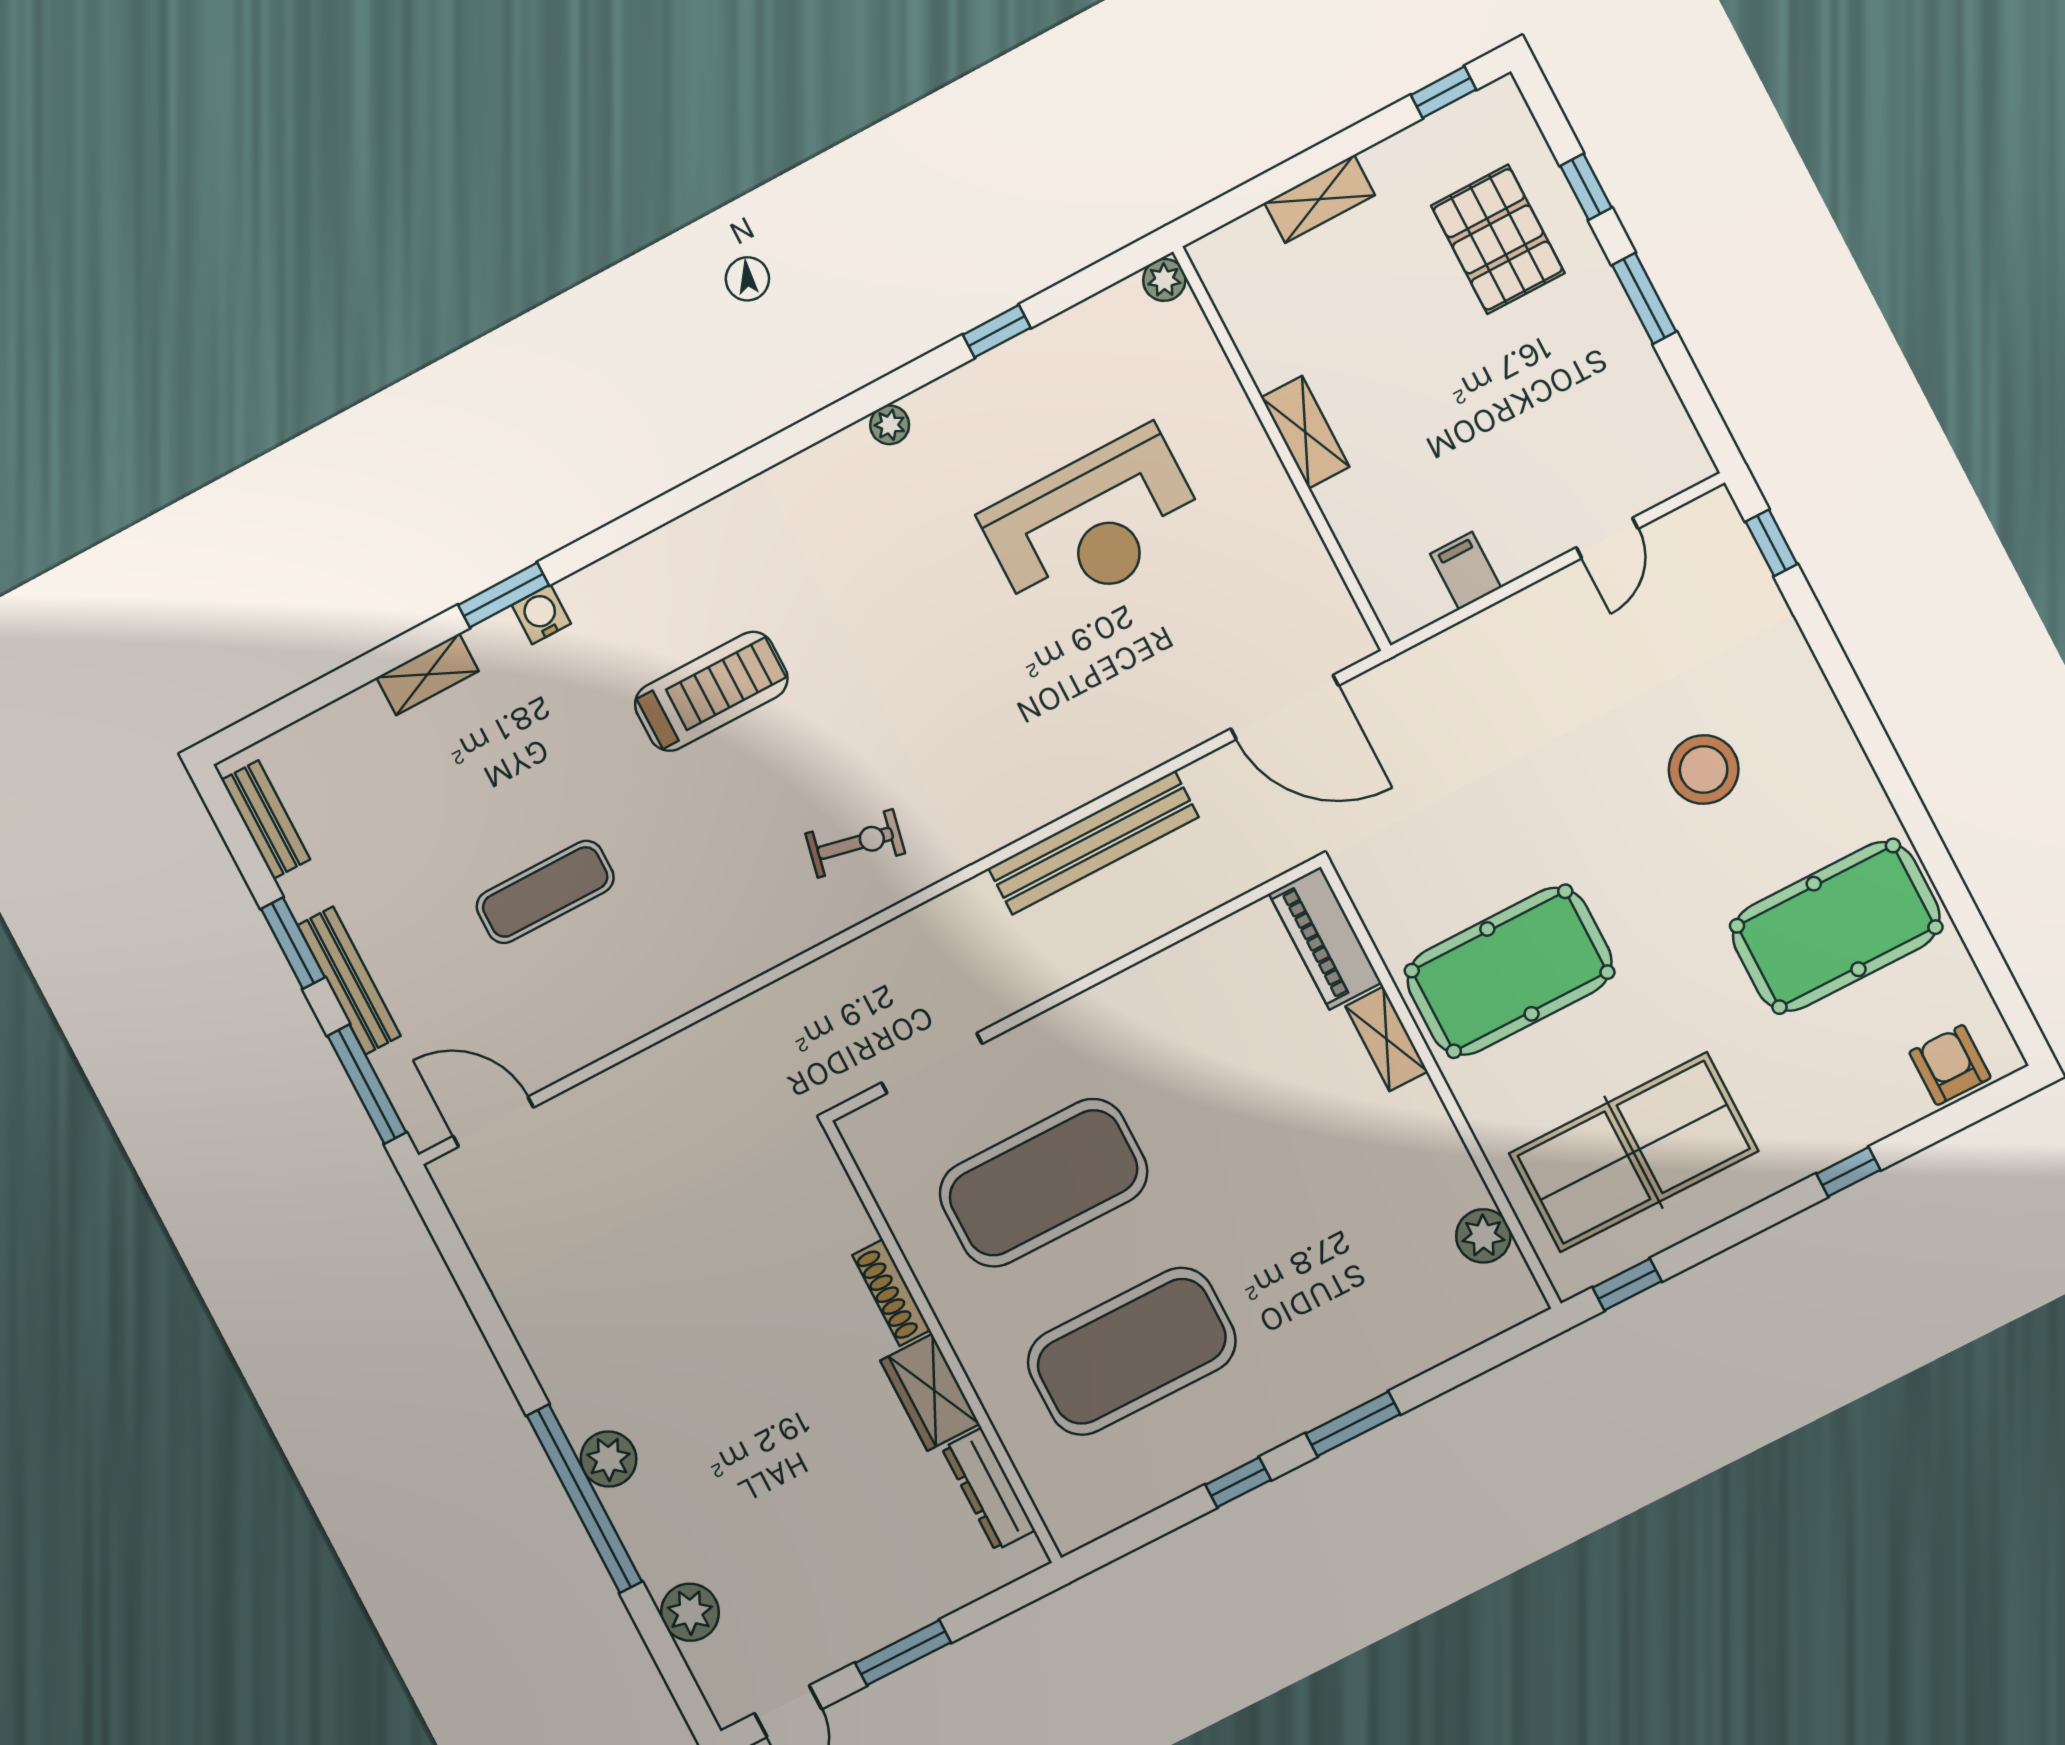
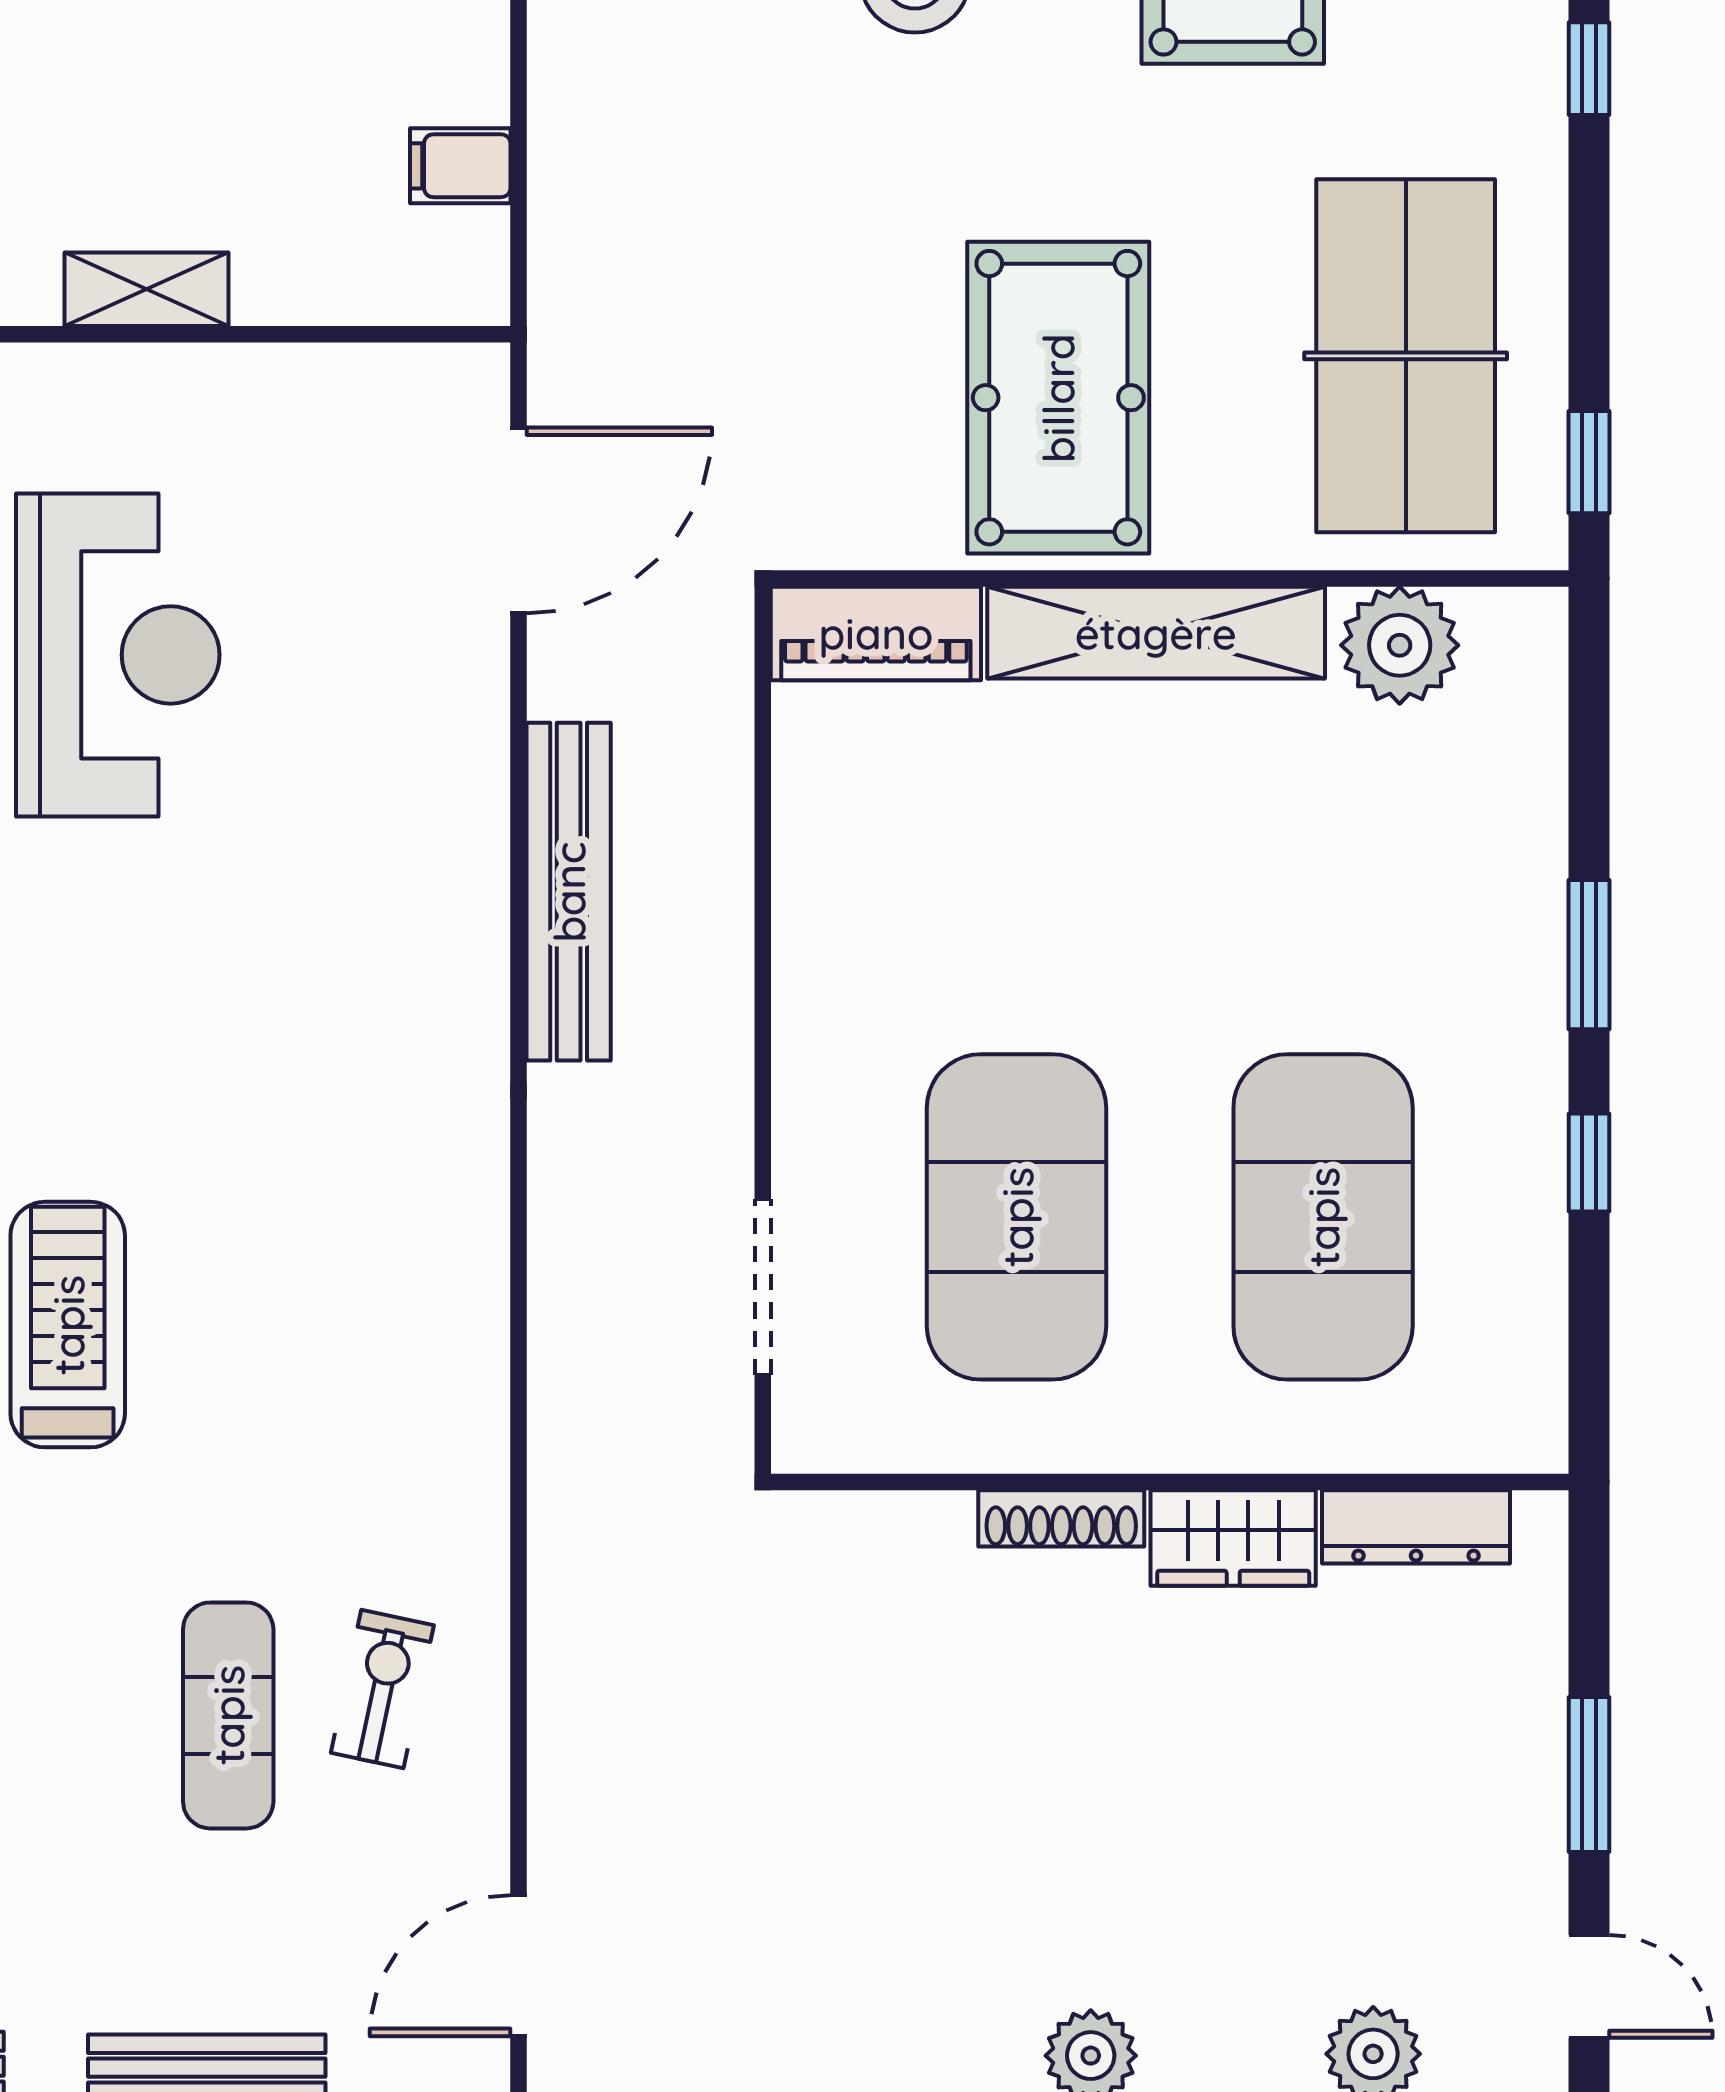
exercise bike: (855, 843) -> (382, 1689), moved
shelving: (1386, 1039) -> (1156, 633), width x2.20, depth x1.33
plant: (1483, 1236) -> (1400, 645), width x1.36, depth x1.36

